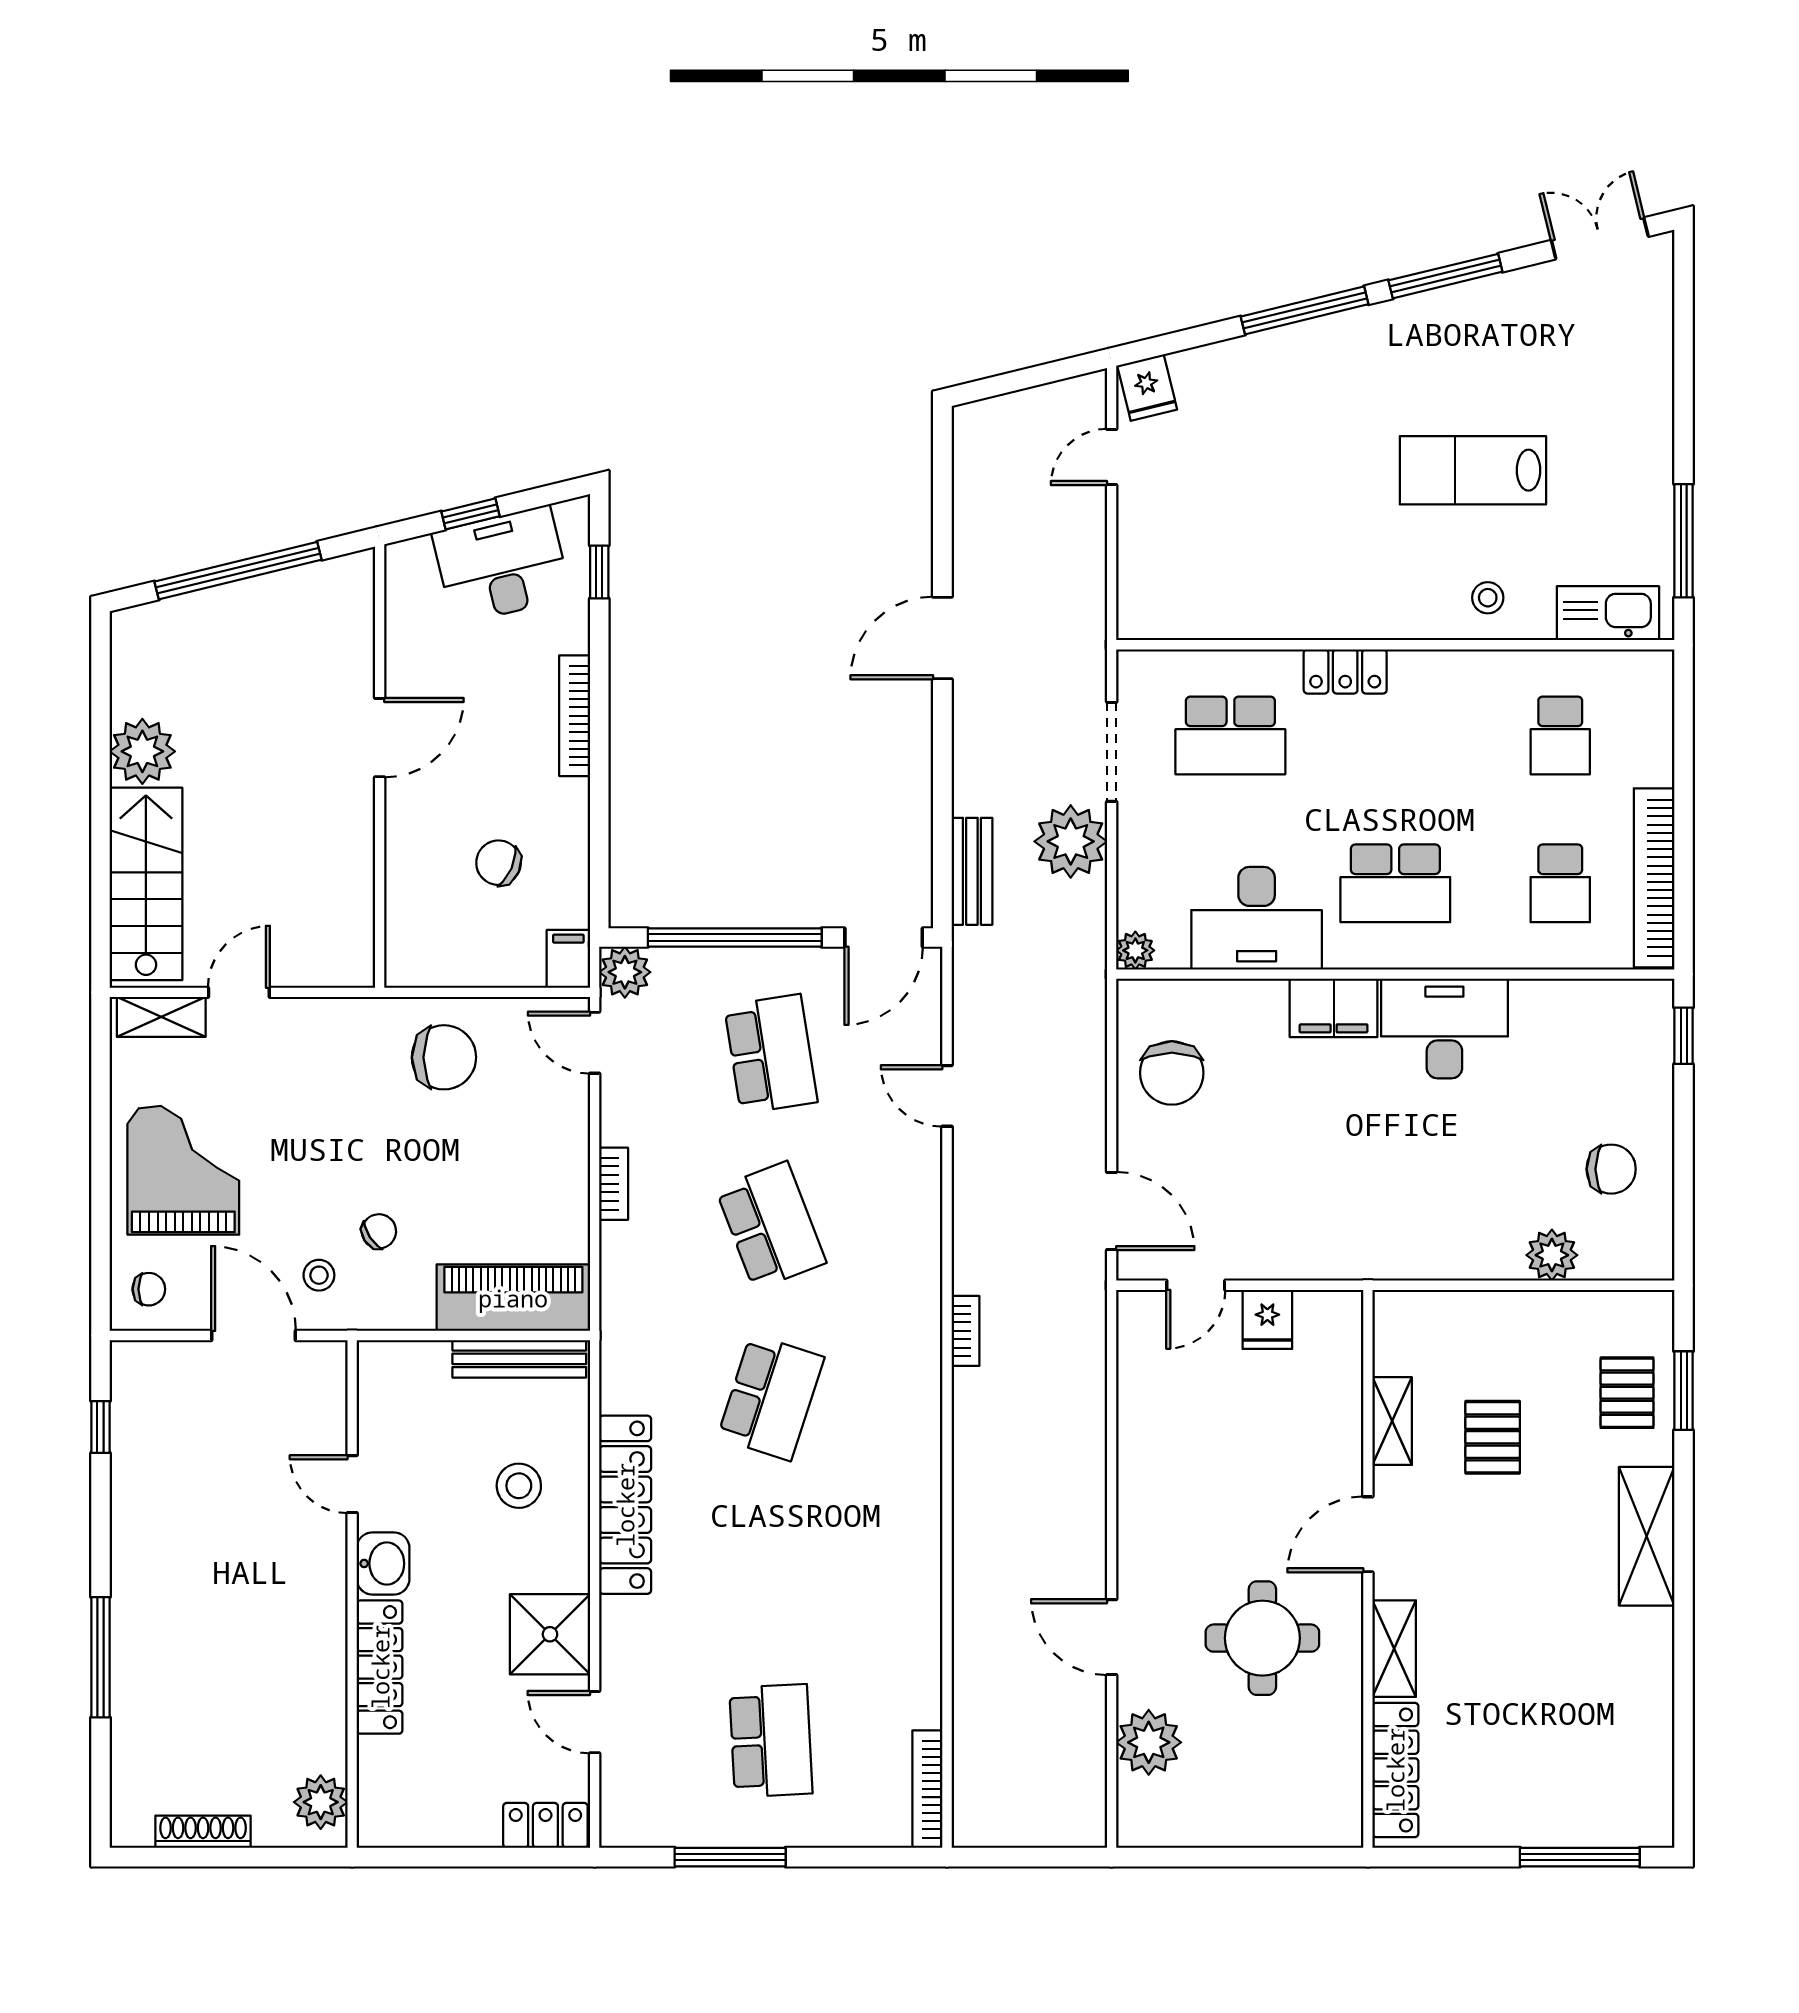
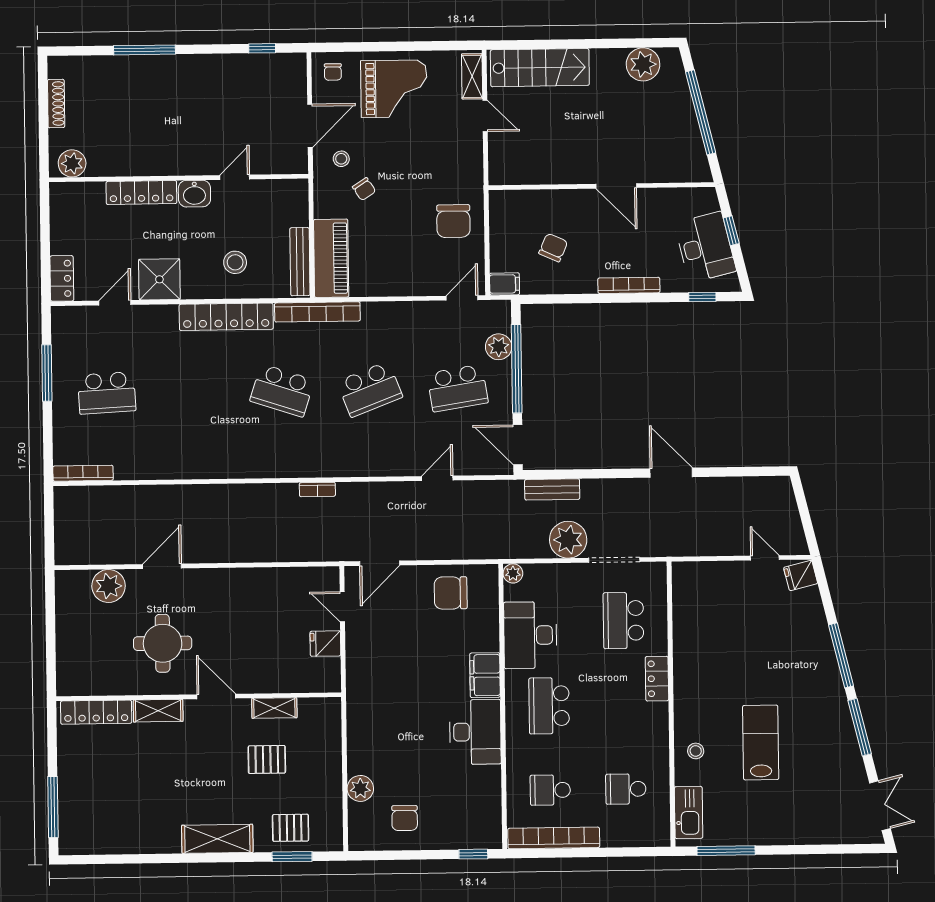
plant: (142, 751) -> (643, 64), moved
plant: (625, 972) -> (499, 347), moved
bookcase: (614, 1184) -> (317, 312), moved, width x2.31, depth x1.31

